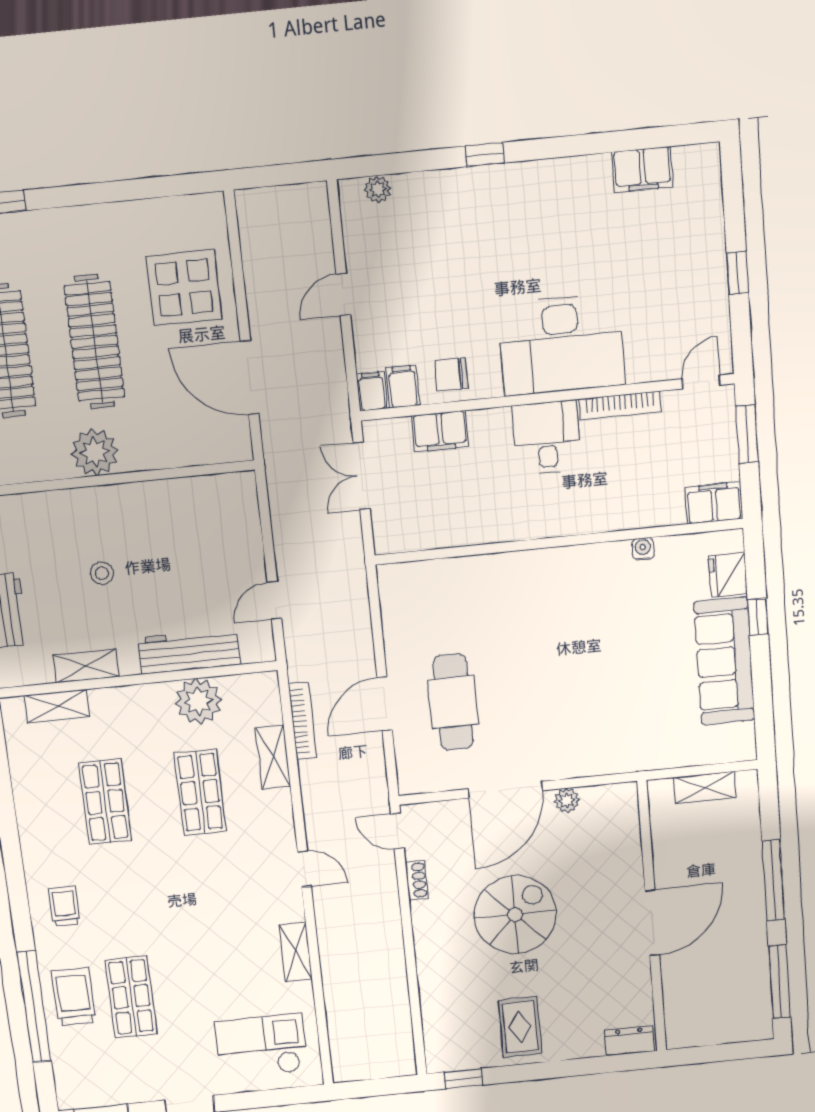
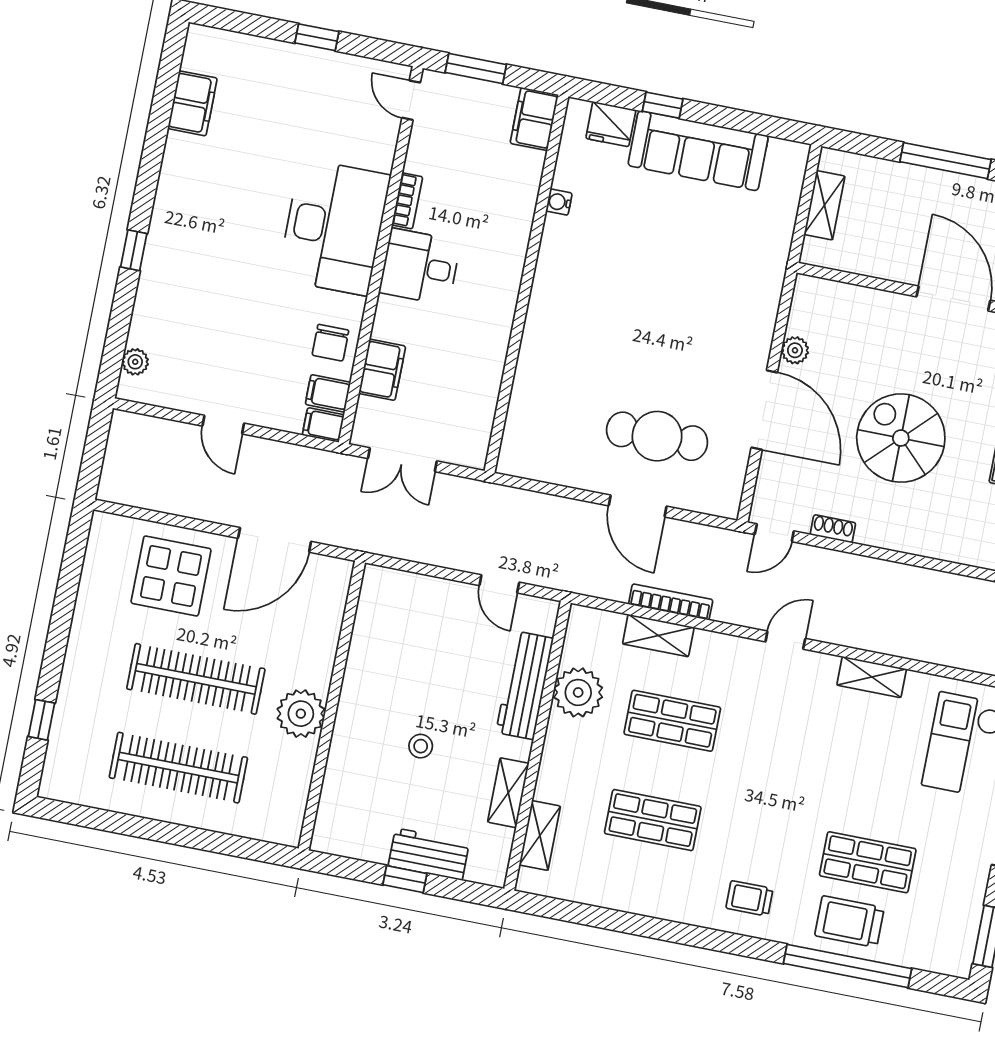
bookcase: (620, 405) -> (407, 201), width x0.64
bookcase: (303, 721) -> (671, 602), moved

